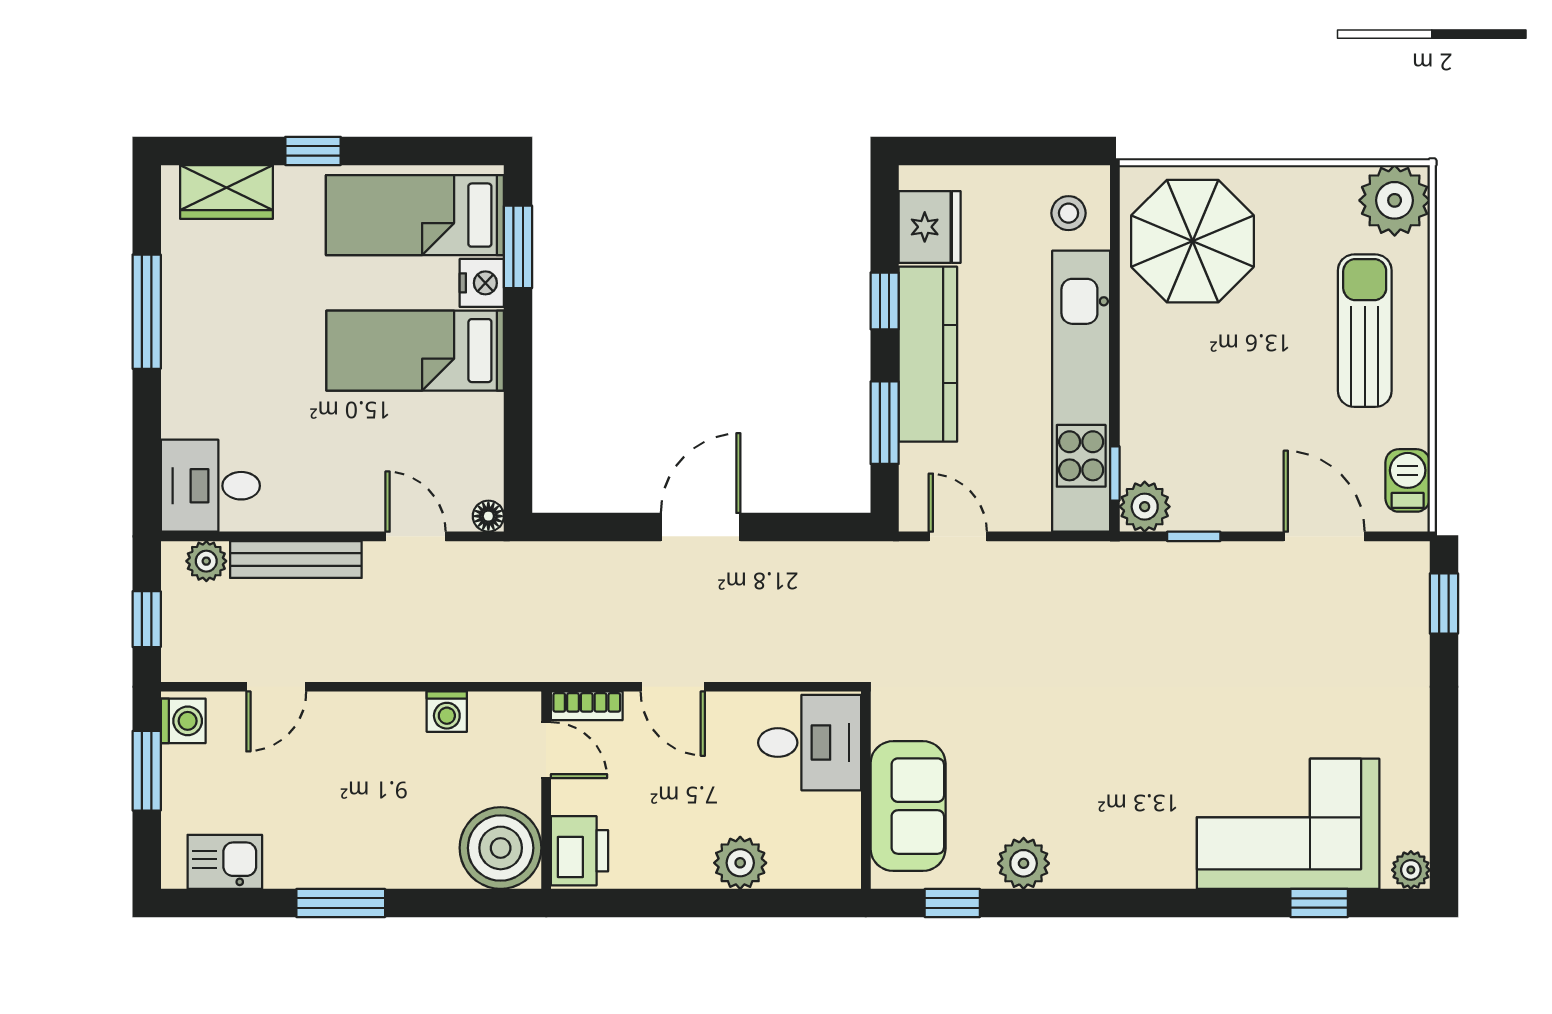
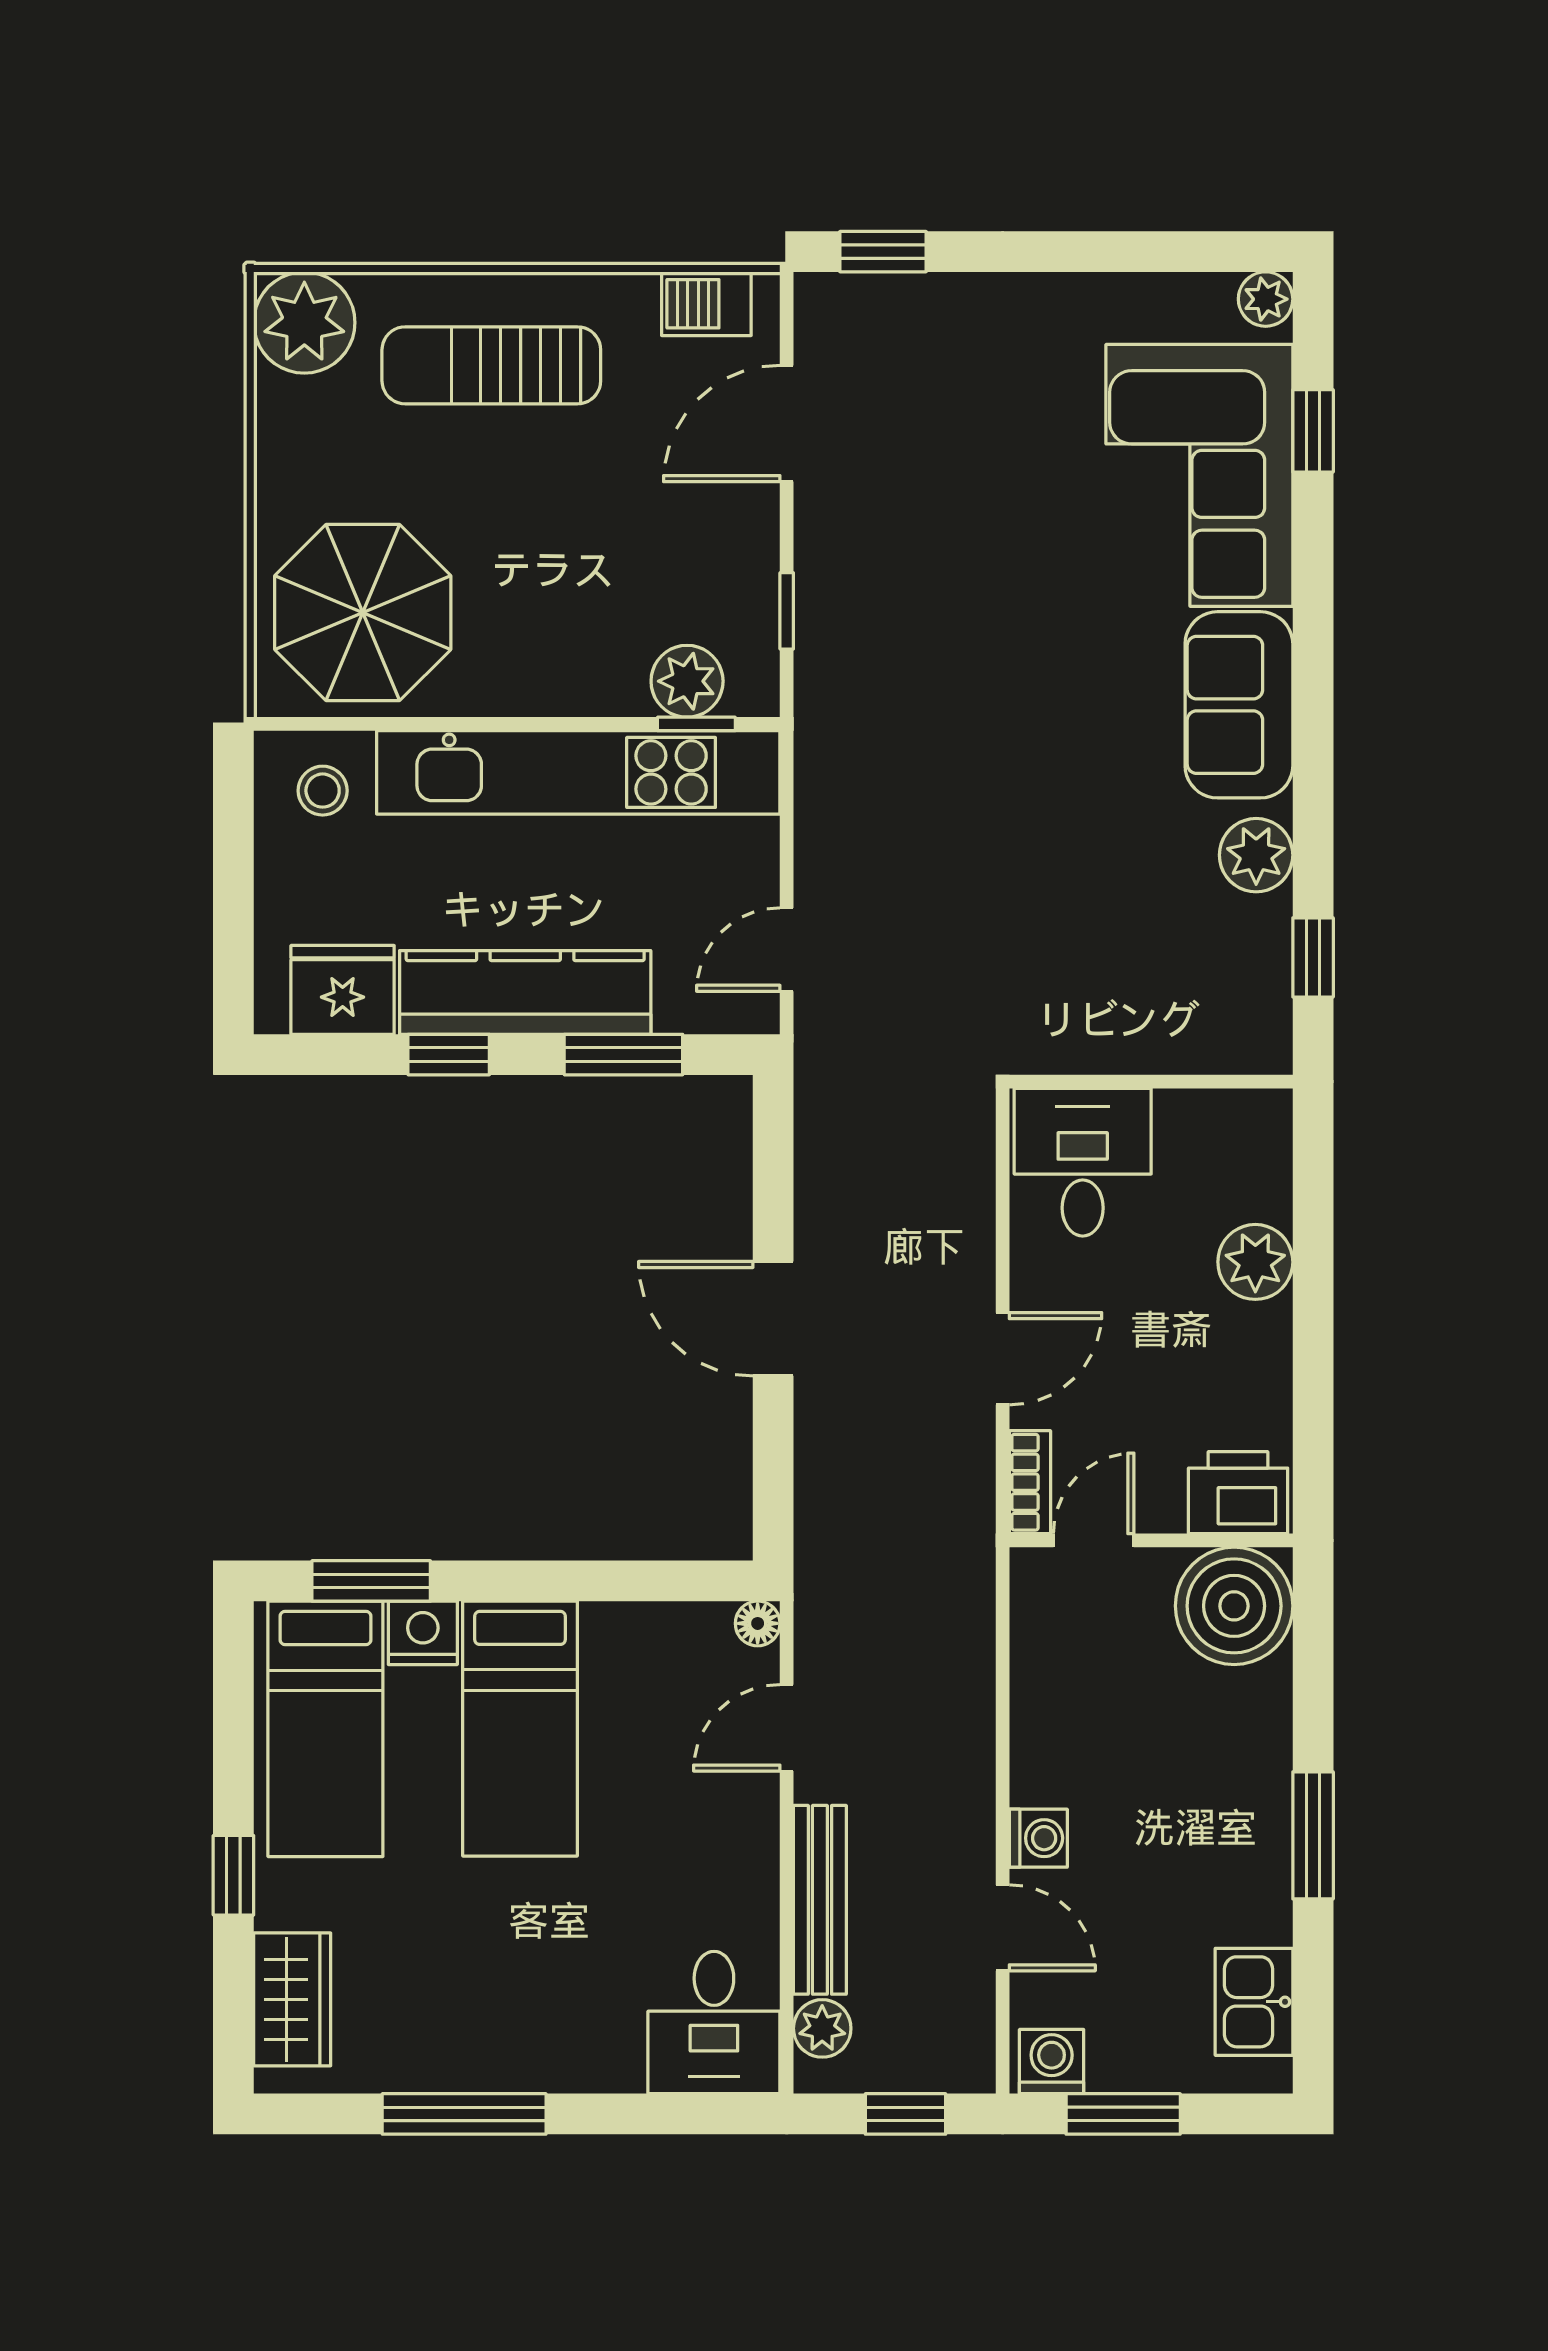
plant: (1145, 507) -> (687, 681), moved
washing machine: (447, 712) -> (1038, 1838), moved
sofa: (908, 806) -> (1239, 705), moved, turned -90

